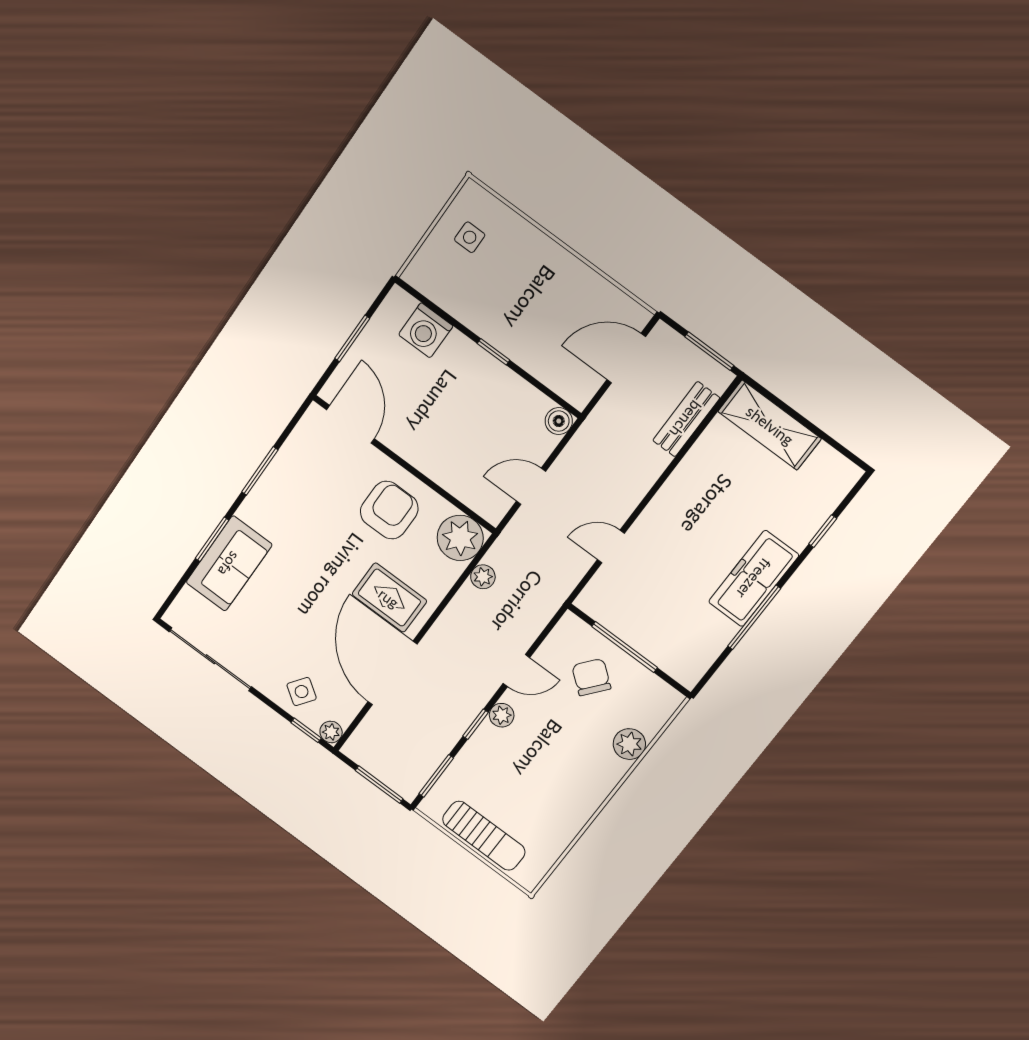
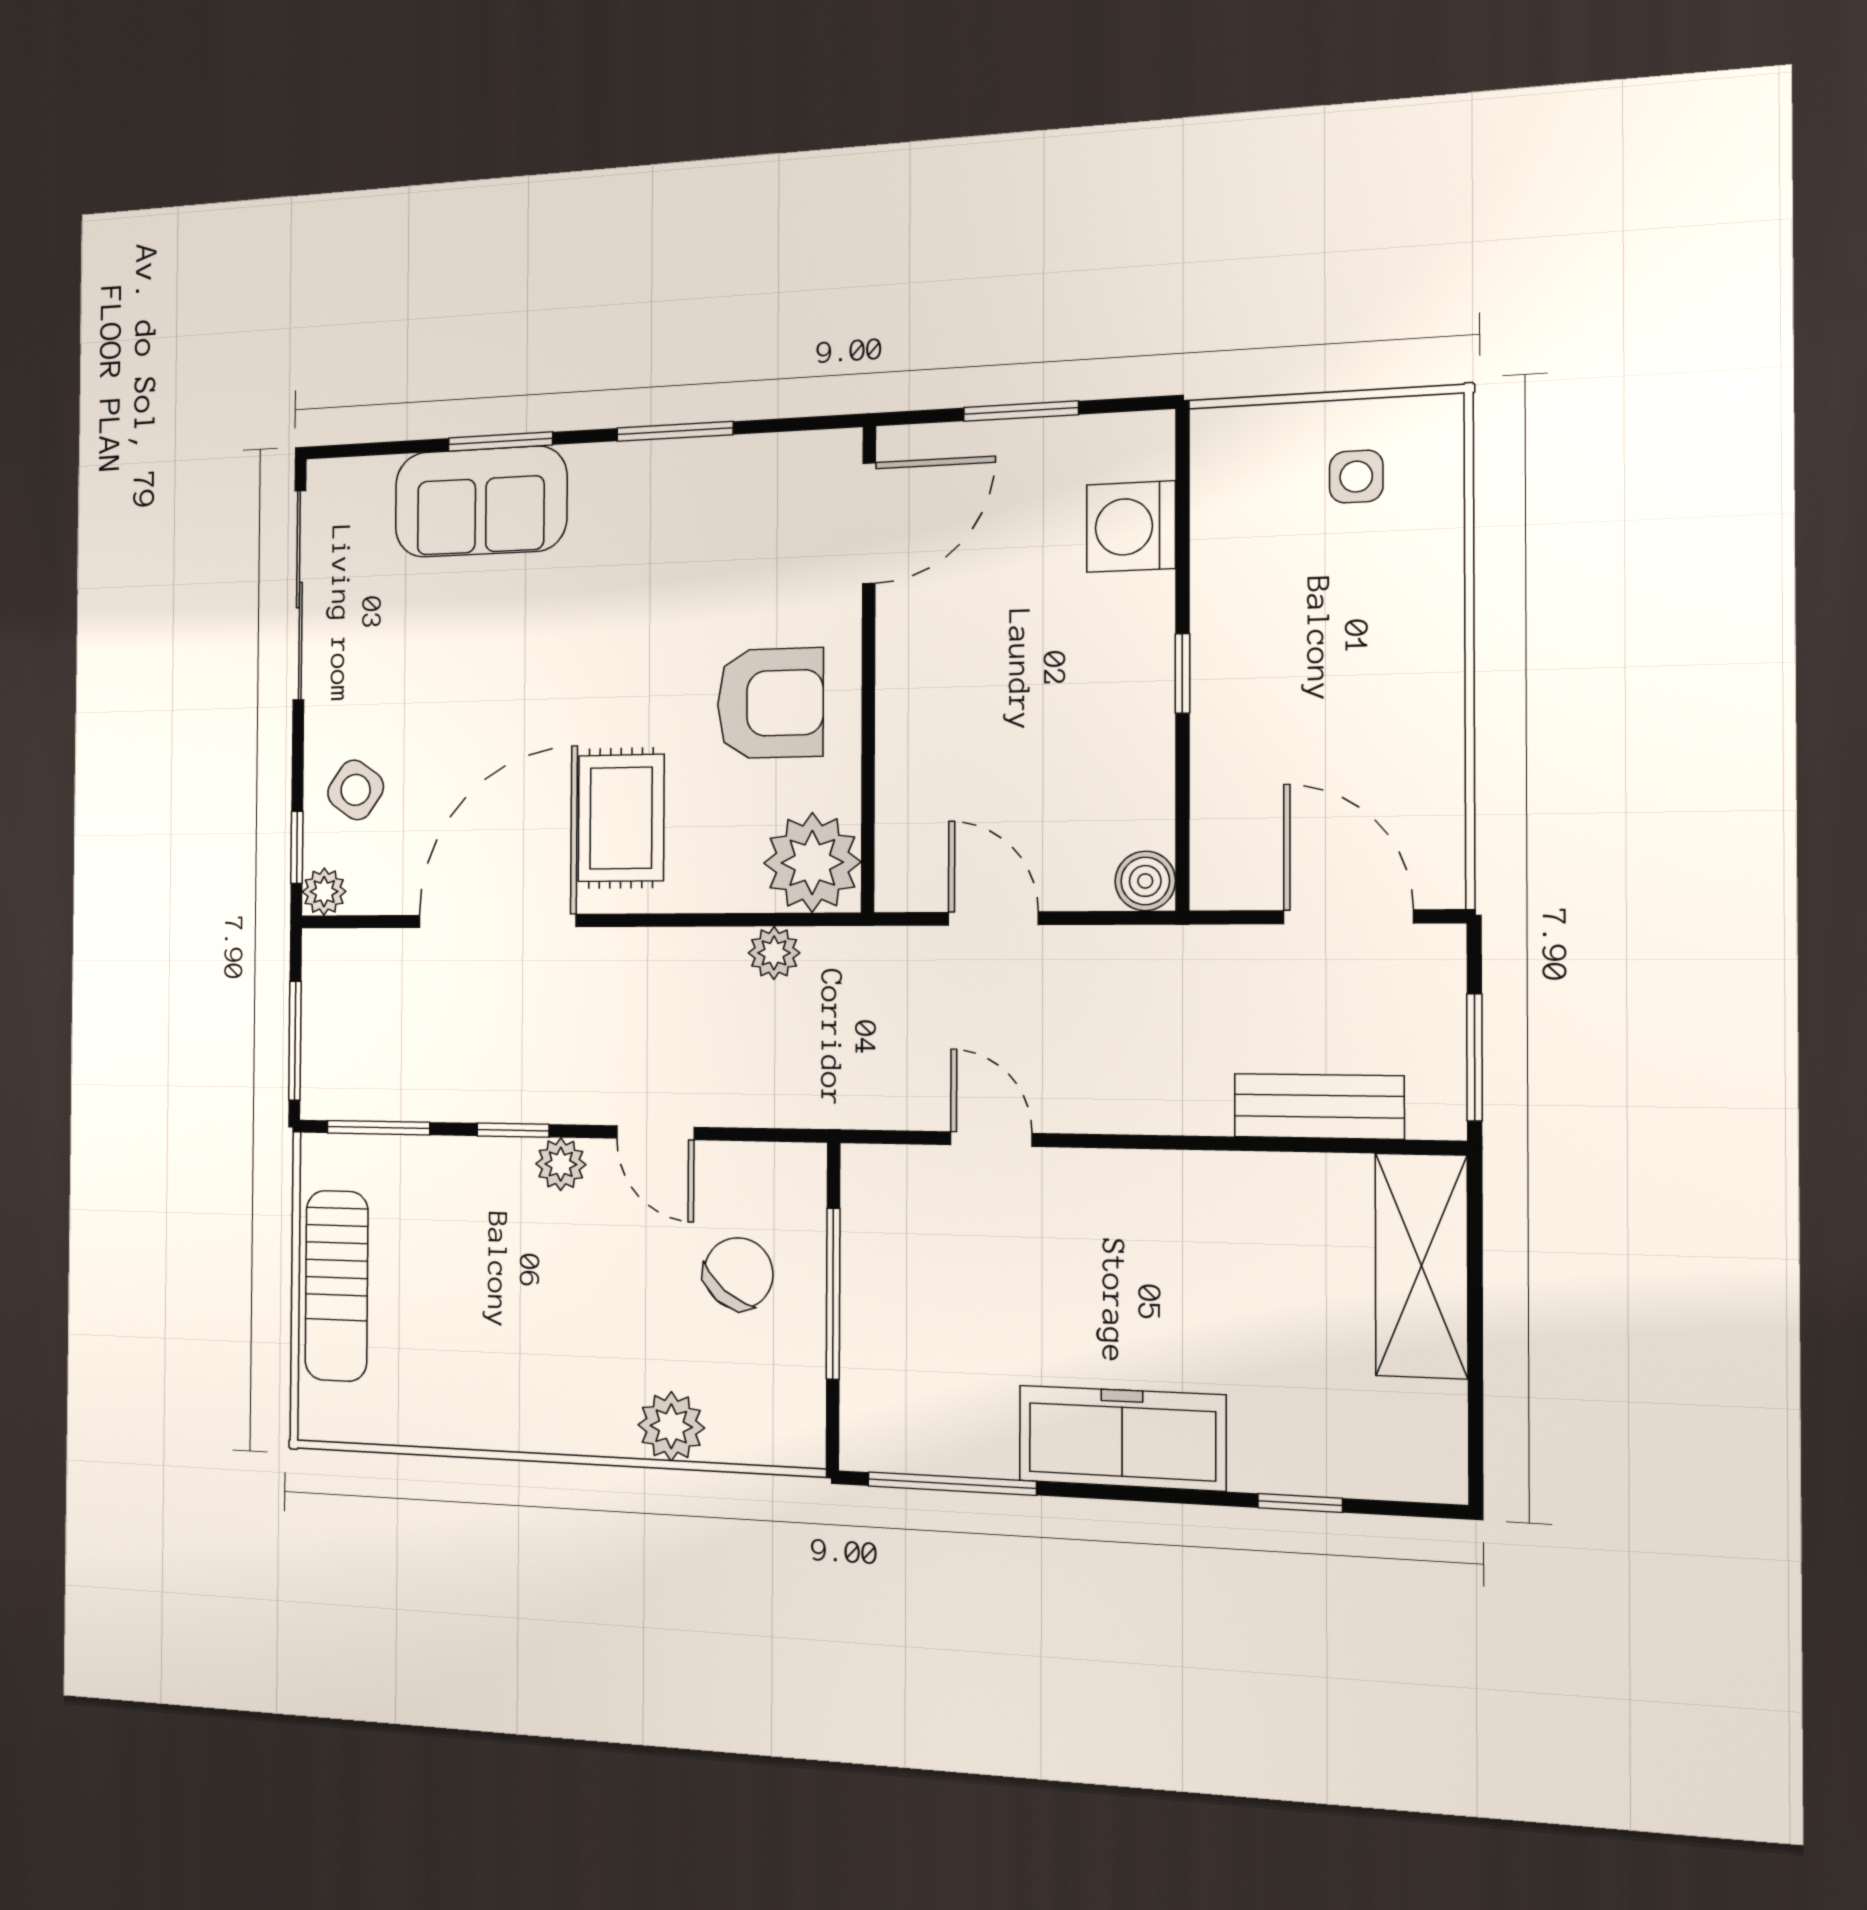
window: (754, 617) -> (952, 1484), moved

